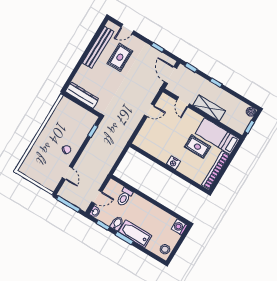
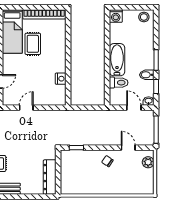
door: (149, 110) -> (26, 108), hinge flipped
nightstand: (173, 163) -> (61, 79), moved
door: (67, 173) -> (128, 148), hinge flipped
plant: (46, 182) -> (148, 162), added
bathtub: (135, 234) -> (117, 60), moved, turned 180

